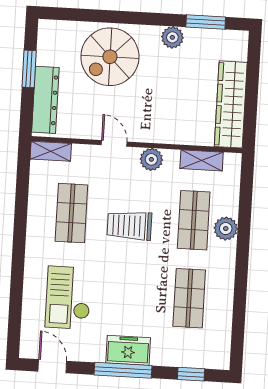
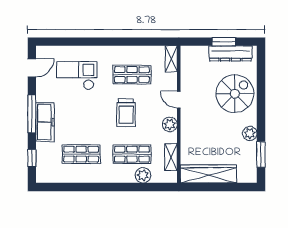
spiral stairs: (110, 57) -> (235, 94), turned 90
dresser: (45, 100) -> (230, 53), moved
door: (114, 143) -> (179, 100), swing flipped
trolley: (129, 226) -> (126, 113), turned 180
plant: (226, 229) -> (143, 175), moved
freezer: (128, 350) -> (45, 122), width x1.40

